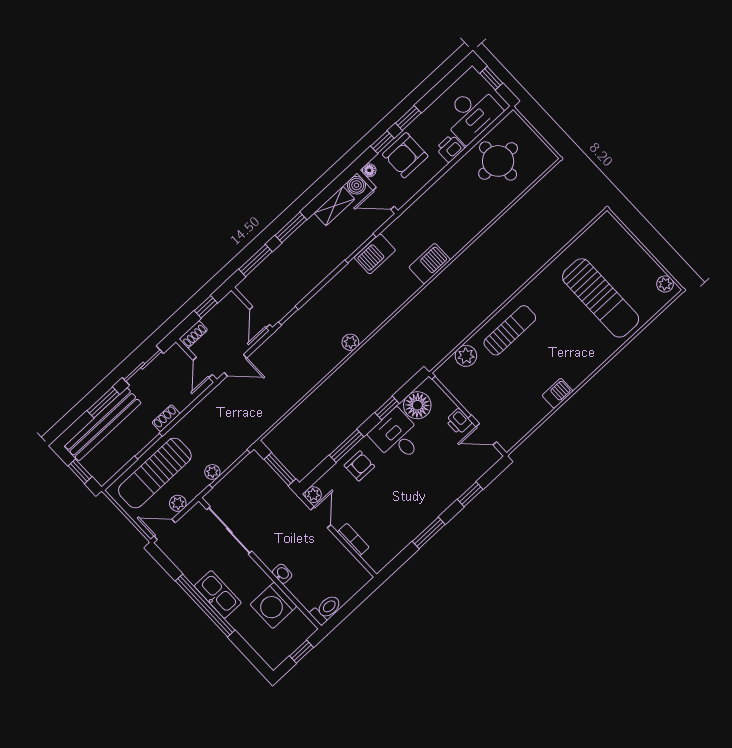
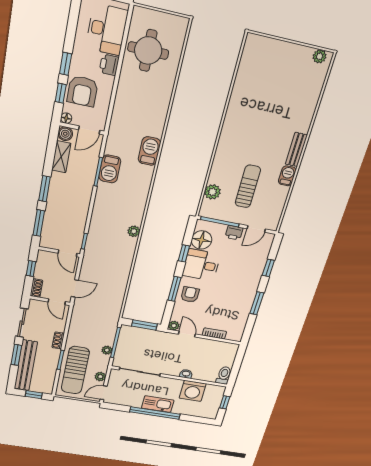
sun lounger: (601, 298) -> (279, 96), removed
sun lounger: (510, 330) -> (248, 186), moved
bench: (585, 369) -> (296, 149), added

